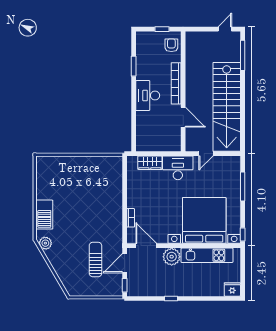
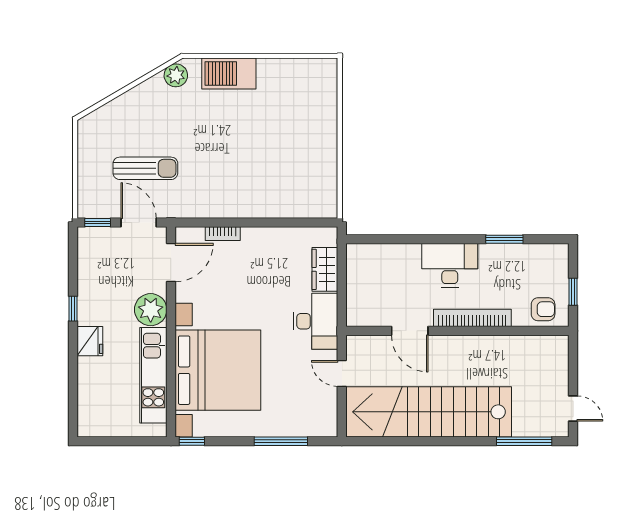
door: (183, 117) -> (410, 331), hinge flipped
fridge: (232, 289) -> (90, 341), moved

